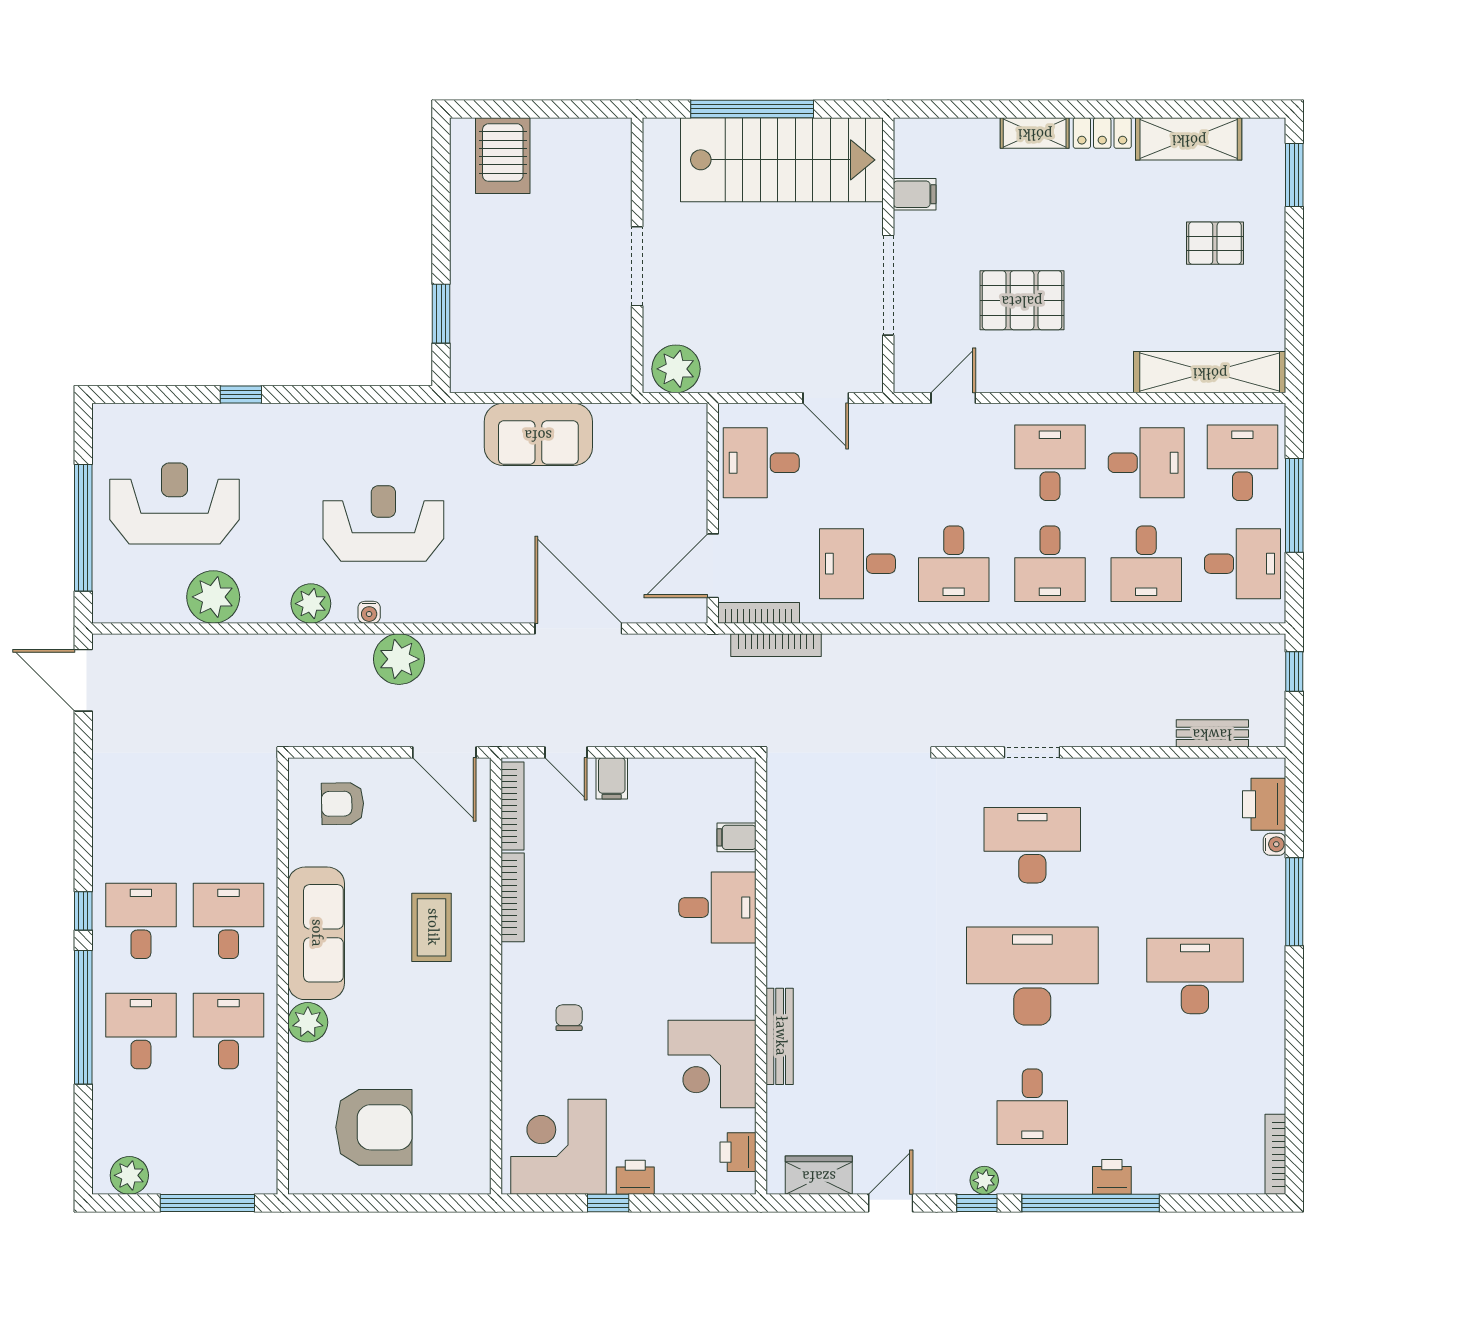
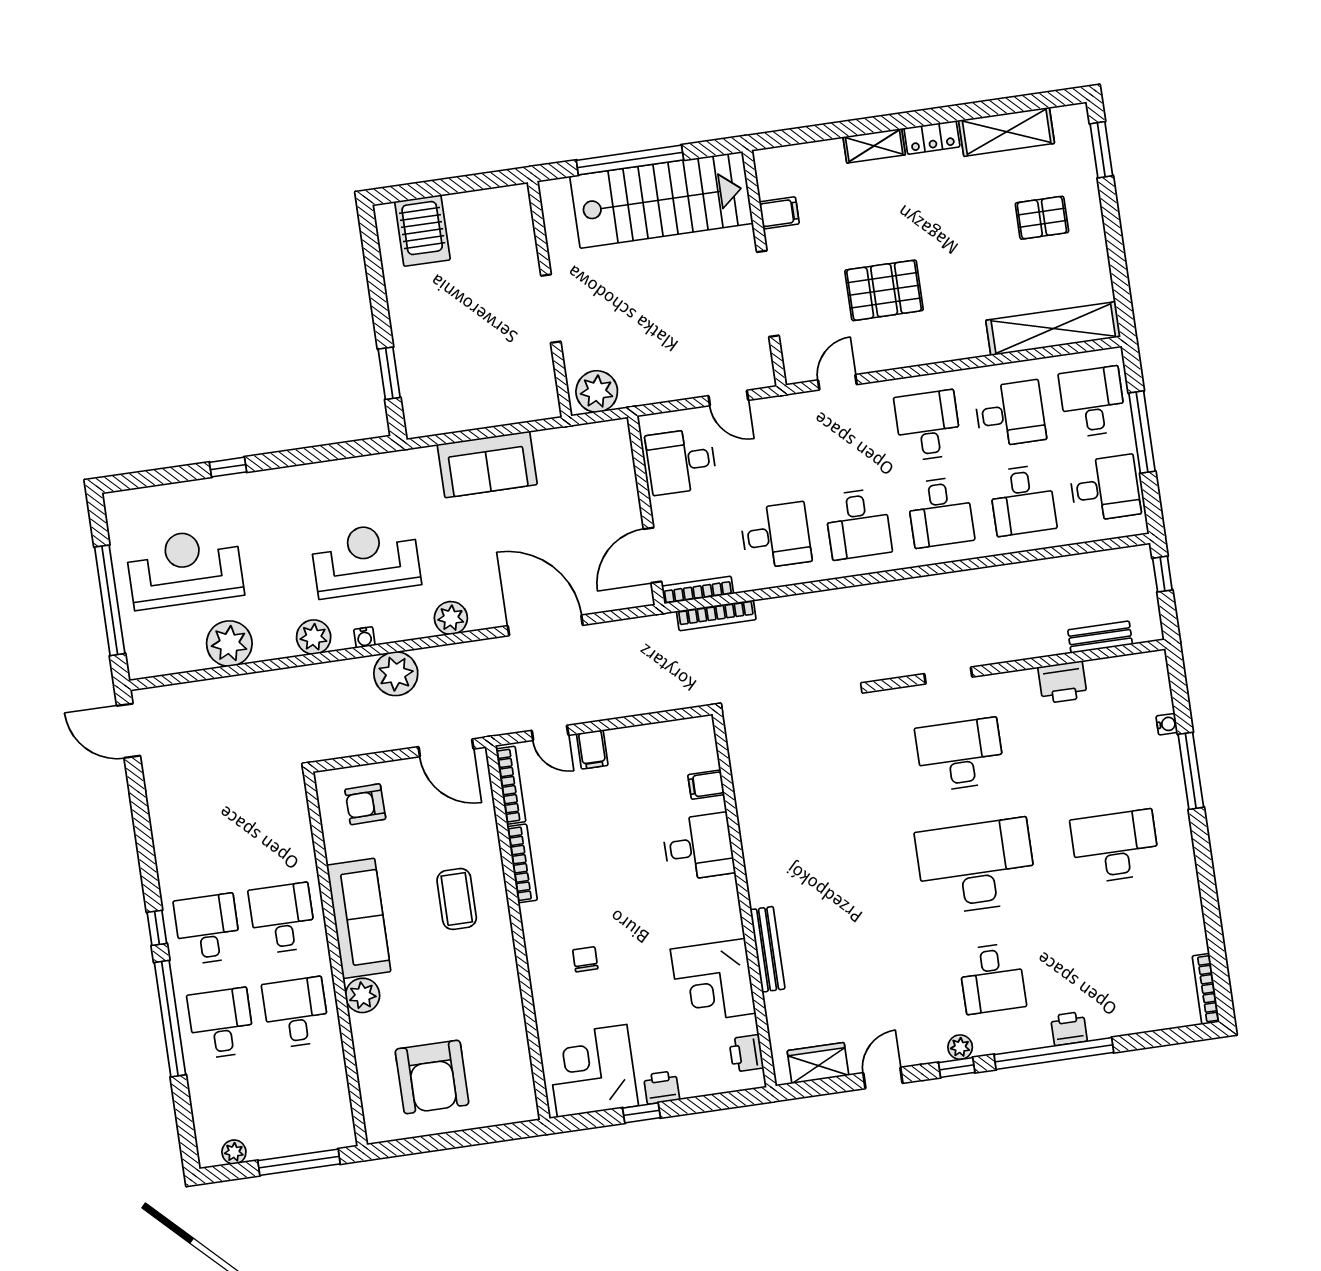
desk: (857, 564) -> (776, 536), turned 180
plant: (471, 604) -> (451, 618), added
printer: (1264, 804) -> (1063, 682), moved, turned -90
armchair: (374, 1127) -> (432, 1077), turned 90
plant: (129, 1175) -> (234, 1152), width x0.73, depth x0.73

